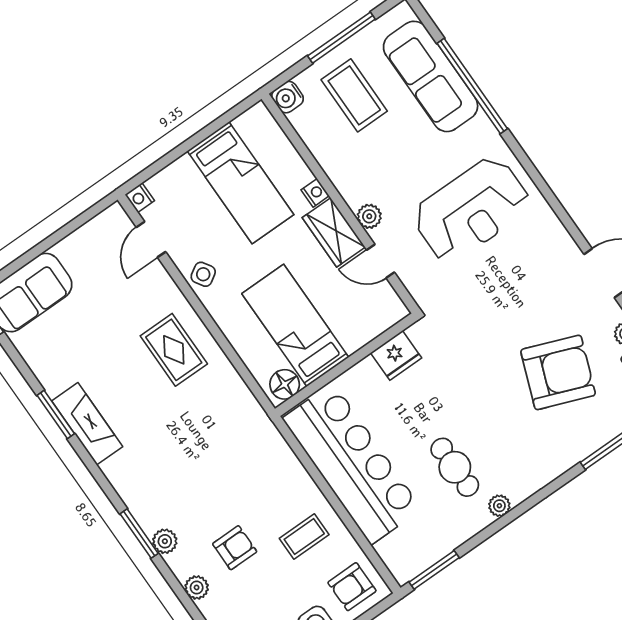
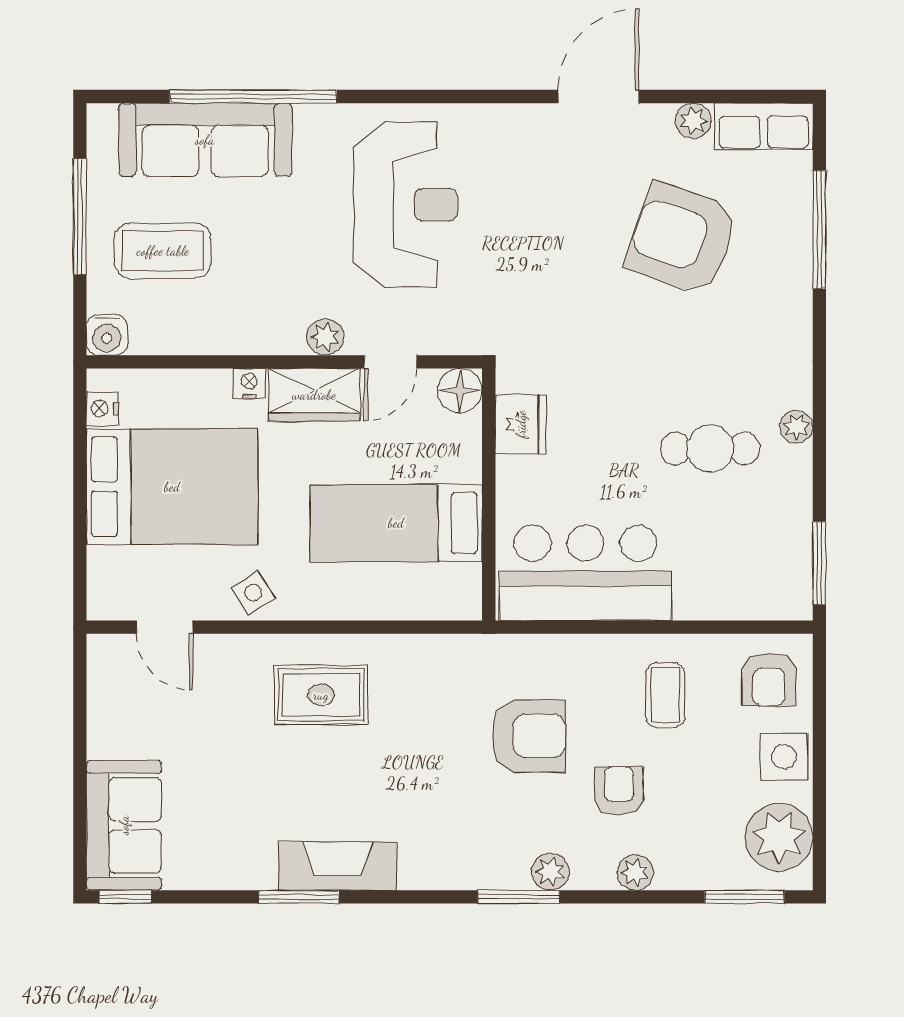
bed: (240, 183) -> (172, 487), width x1.50
nightstand: (140, 198) -> (102, 409), moved, turned 90
armchair: (558, 372) -> (682, 239), turned -92
floor lamp: (285, 384) -> (460, 391), moved
bar counter: (352, 464) -> (585, 573), width x0.73
armchair: (230, 478) -> (529, 736), added

